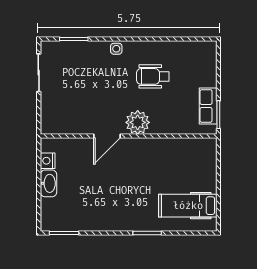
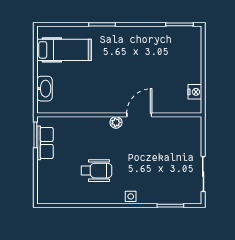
plant: (138, 122) -> (116, 122), width x0.53, depth x0.53
washbasin: (49, 183) -> (45, 89), moved, turned 180

